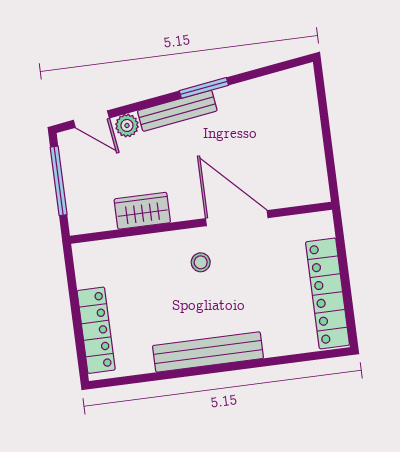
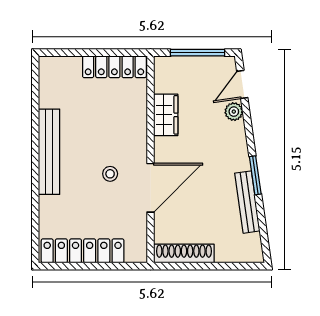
bench: (177, 111) -> (247, 202), moved
shoe rack: (314, 165) -> (184, 254), added
stool: (201, 262) -> (110, 174), moved
locker: (96, 330) -> (114, 67), moved

